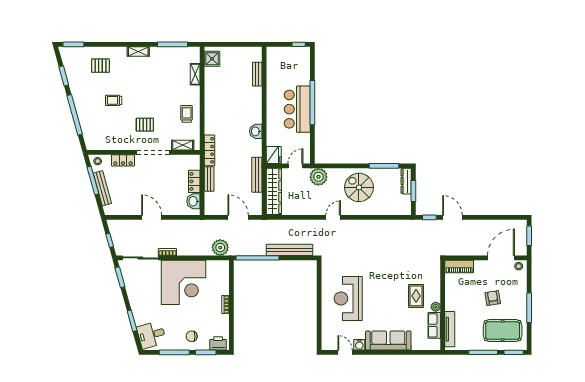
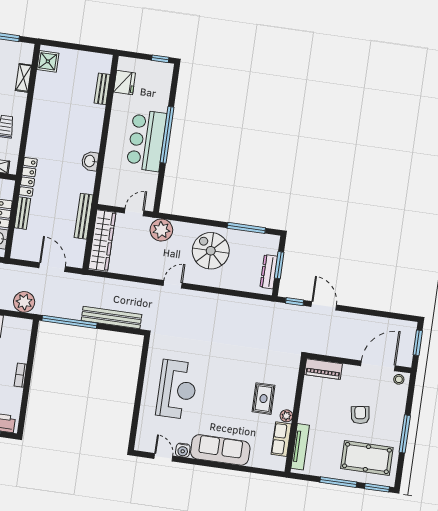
fridge: (274, 155) -> (124, 83), moved
dresser: (406, 181) -> (269, 272), moved
reception desk: (348, 298) -> (177, 390), turned 180

